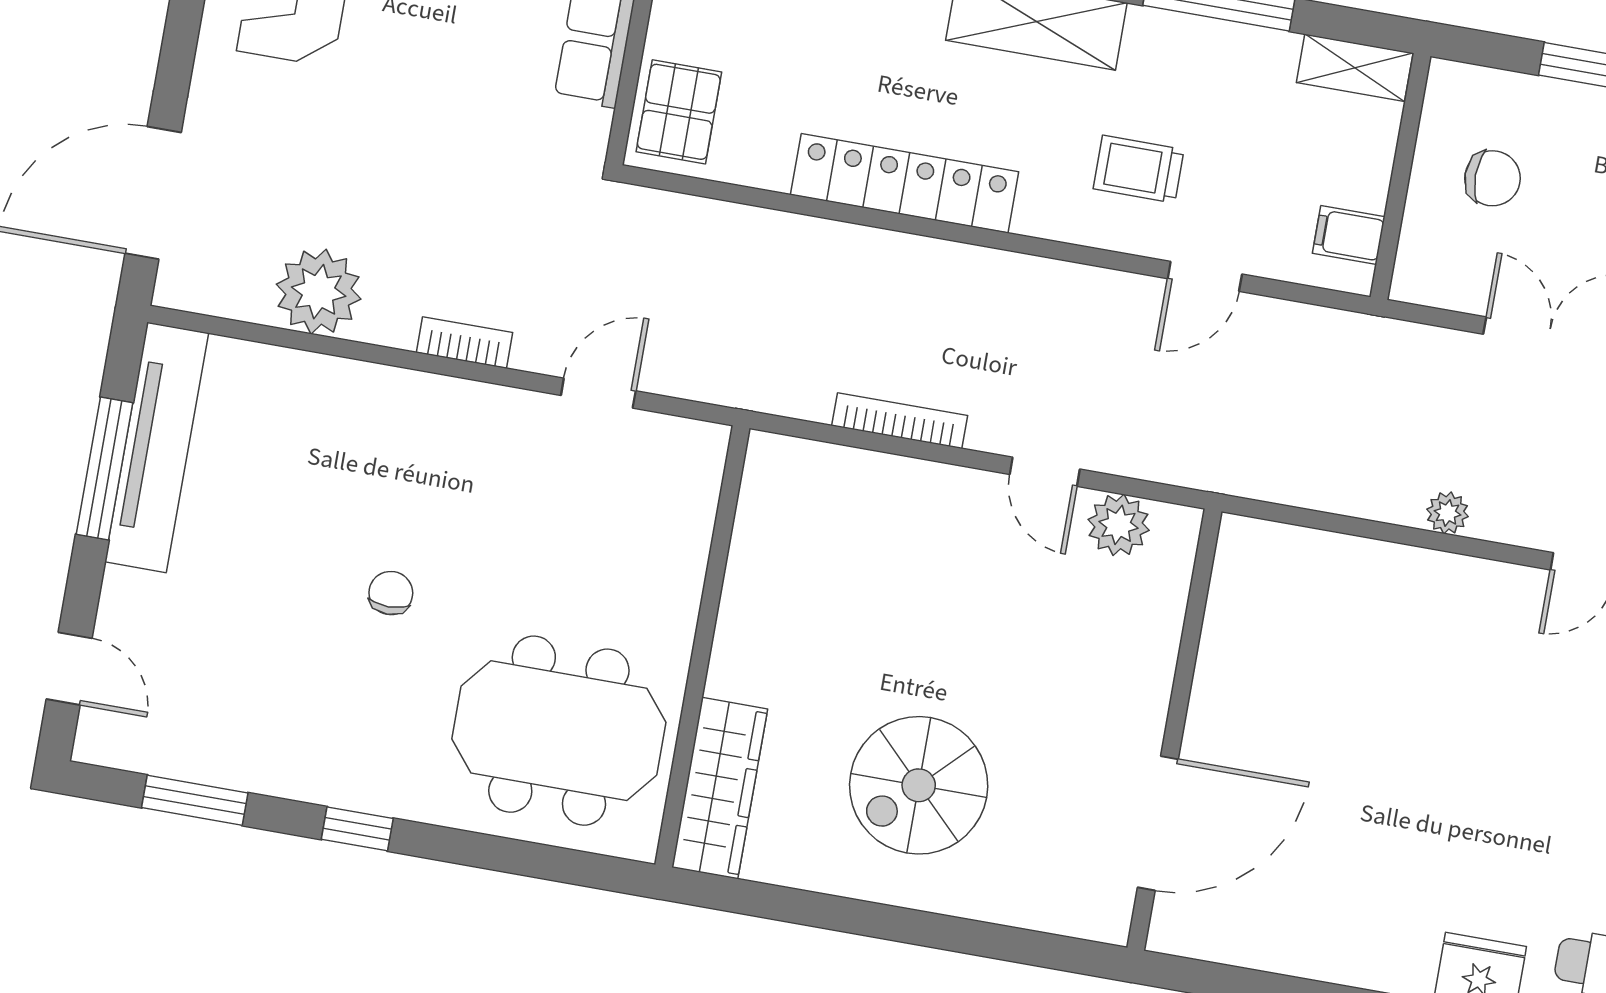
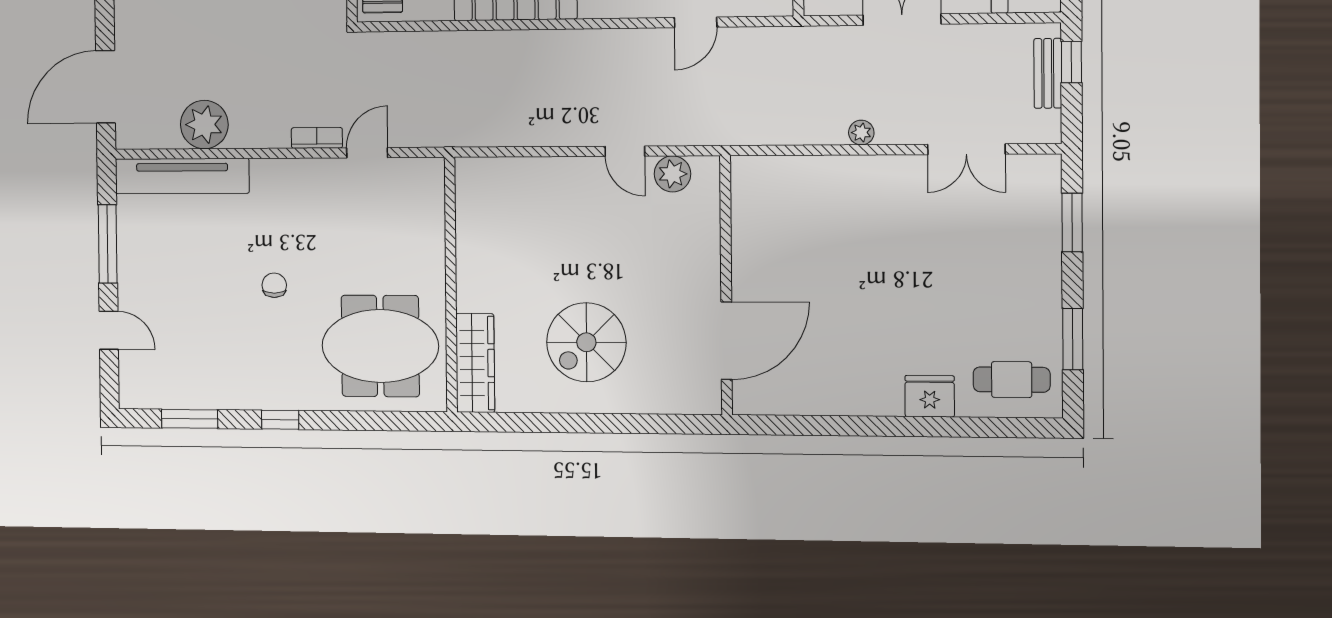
bookcase: (464, 343) -> (317, 138), moved
bookcase: (900, 421) -> (537, 137), removed
tv unit: (157, 447) -> (182, 176), moved, turned 90
door: (69, 669) -> (109, 330), moved

